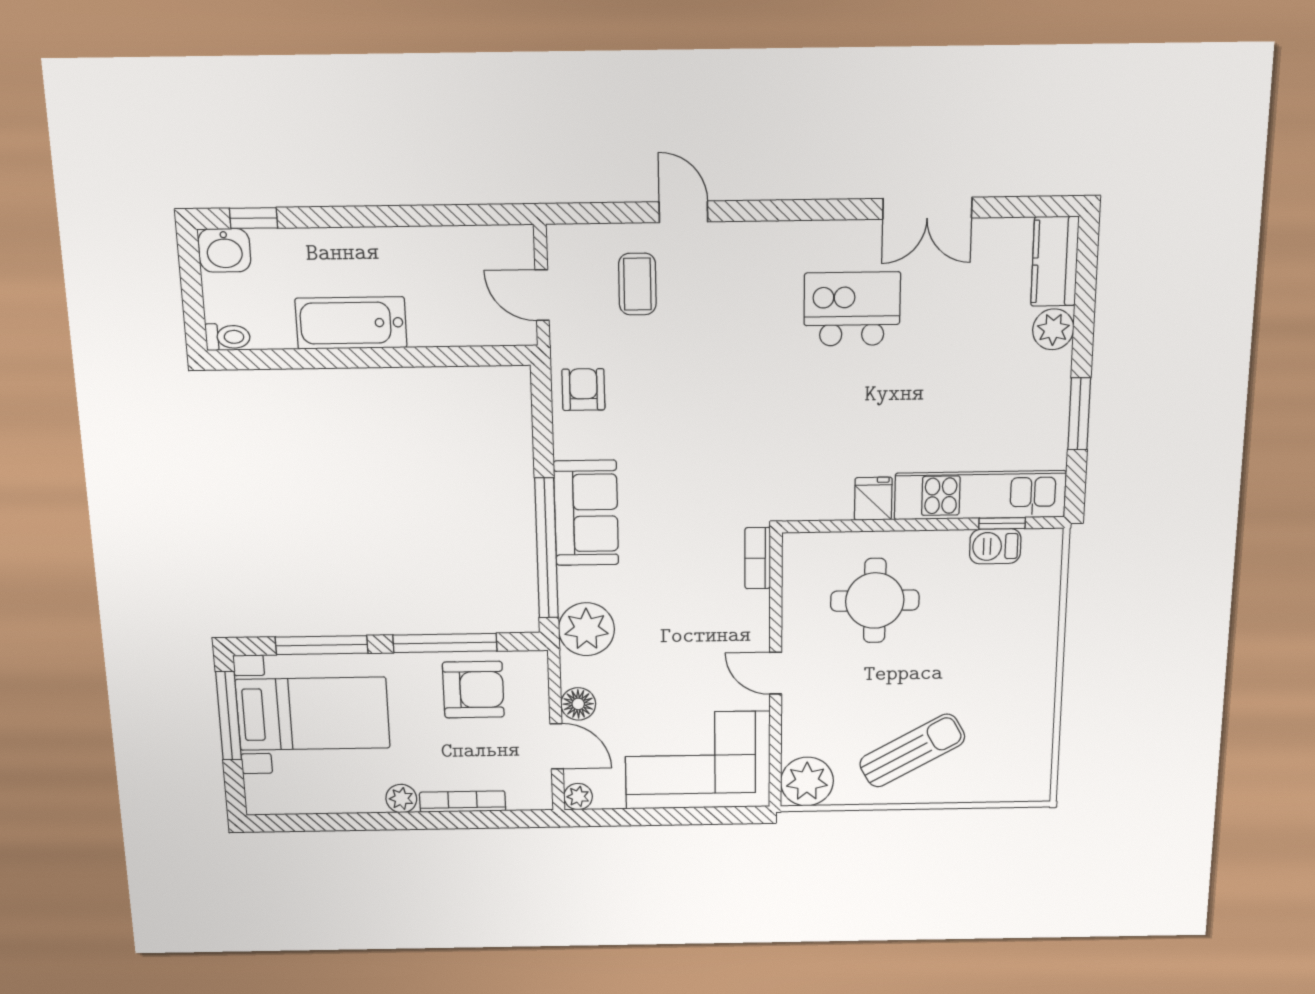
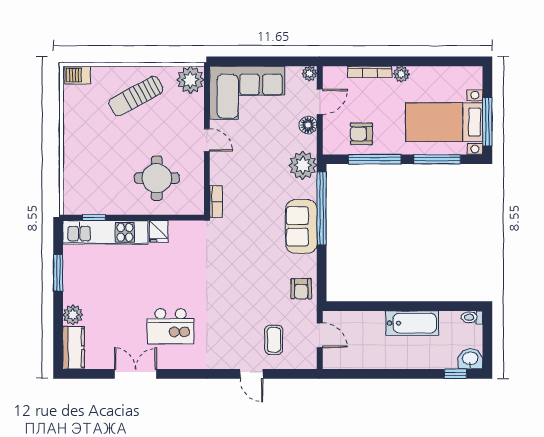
barbecue: (995, 546) -> (78, 75), moved, turned 180
armchair: (473, 690) -> (361, 134), width x0.72, depth x0.72
door: (557, 746) -> (320, 102), swing flipped

